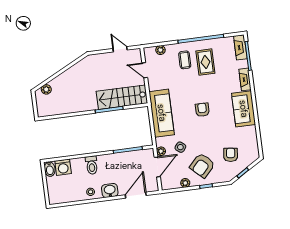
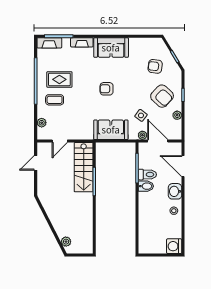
sofa: (162, 113) -> (111, 130), width x0.73
toilet: (92, 165) -> (147, 175), moved
washing machine: (63, 167) -> (174, 246), moved, turned 180
bidet: (50, 169) -> (146, 186), moved

